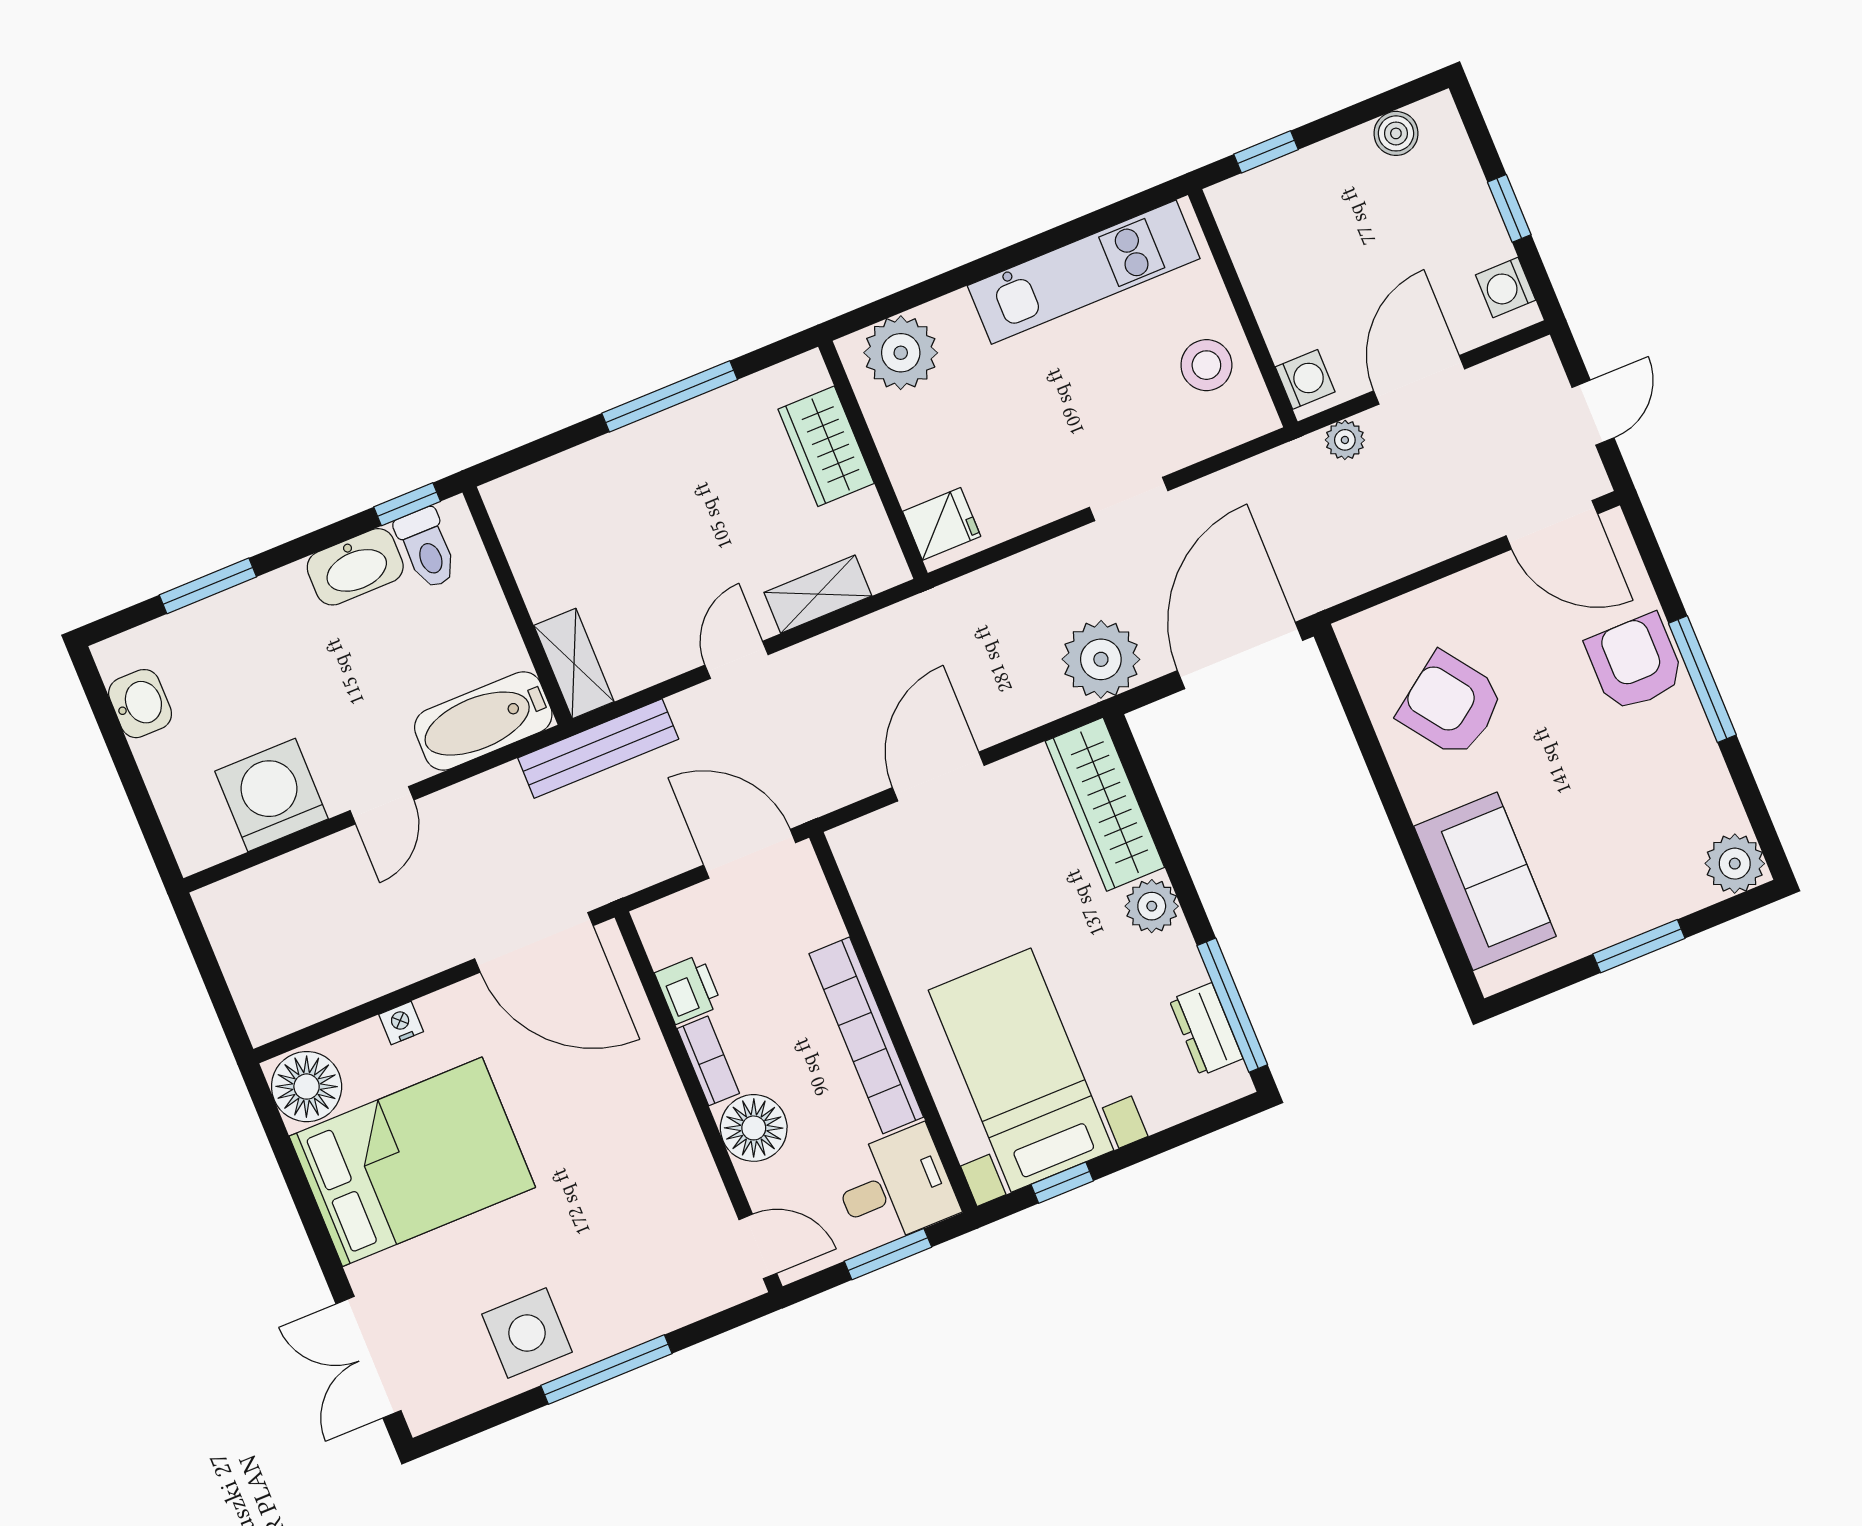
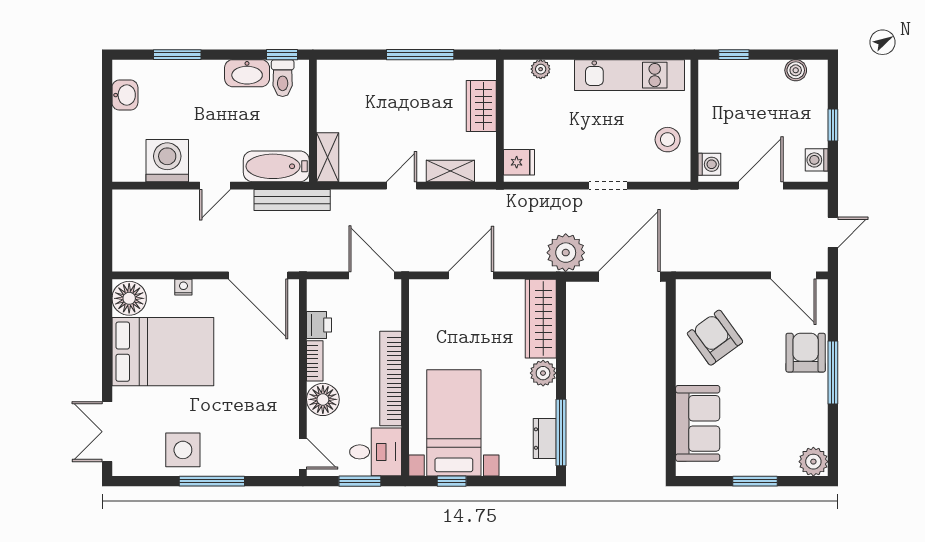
plant: (901, 353) -> (541, 69), width x0.53, depth x0.53
plant: (1345, 440) -> (716, 199), removed
bench: (598, 749) -> (292, 200), moved

